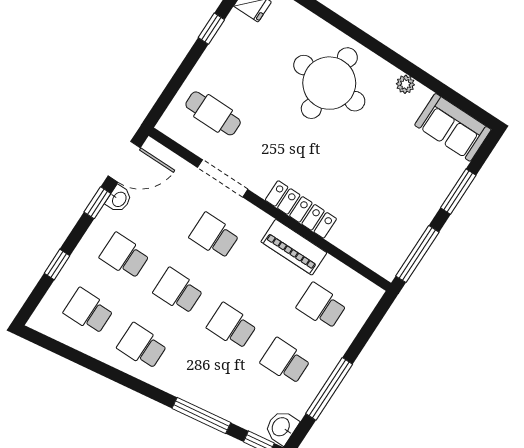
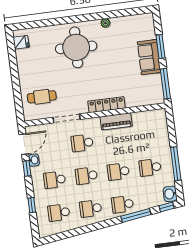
window: (211, 29) -> (14, 65), removed
sofa: (453, 127) -> (149, 57), moved, turned 90
school desk: (321, 306) -> (122, 204), moved

